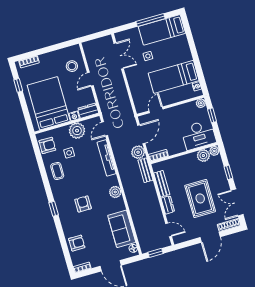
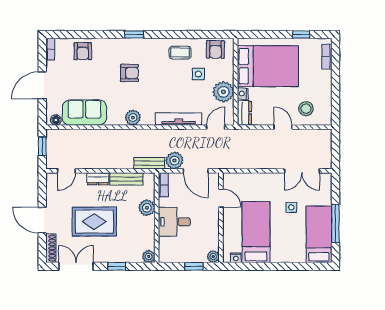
door: (105, 129) -> (216, 127), hinge flipped
desk: (199, 135) -> (174, 222), moved, width x0.73
plant: (203, 156) -> (147, 208), moved

